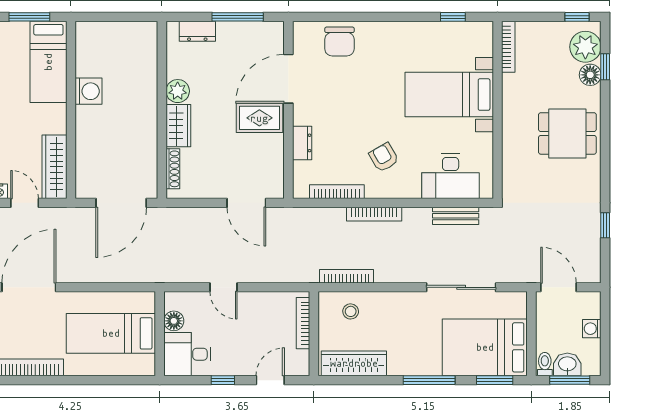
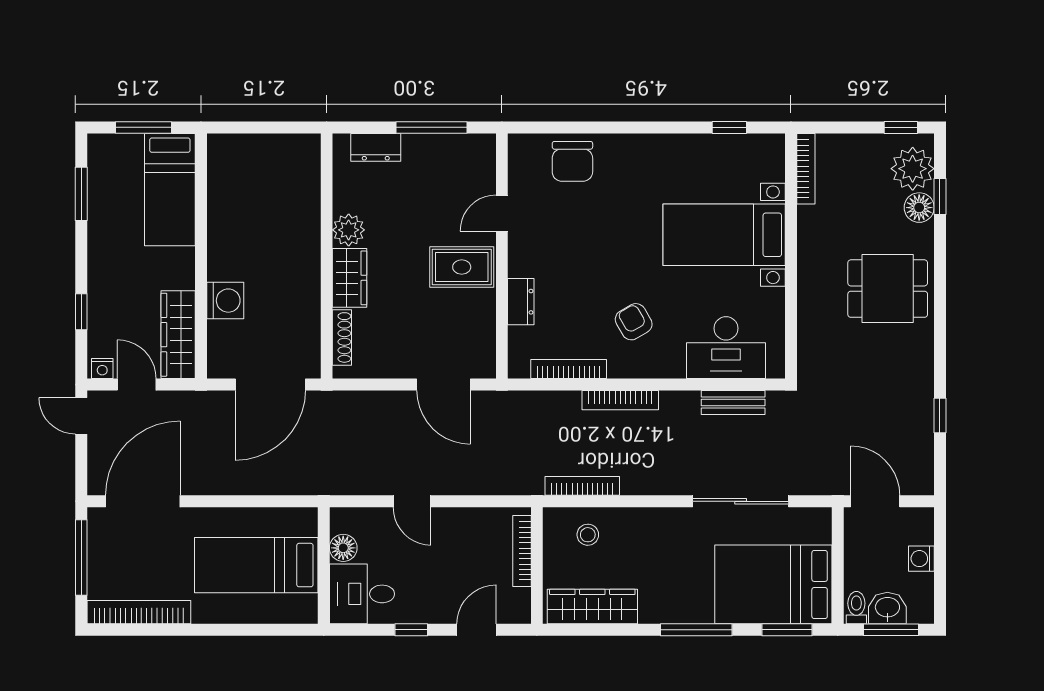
door: (288, 79) -> (502, 213), width x0.53
washing machine: (88, 91) -> (225, 301), moved

